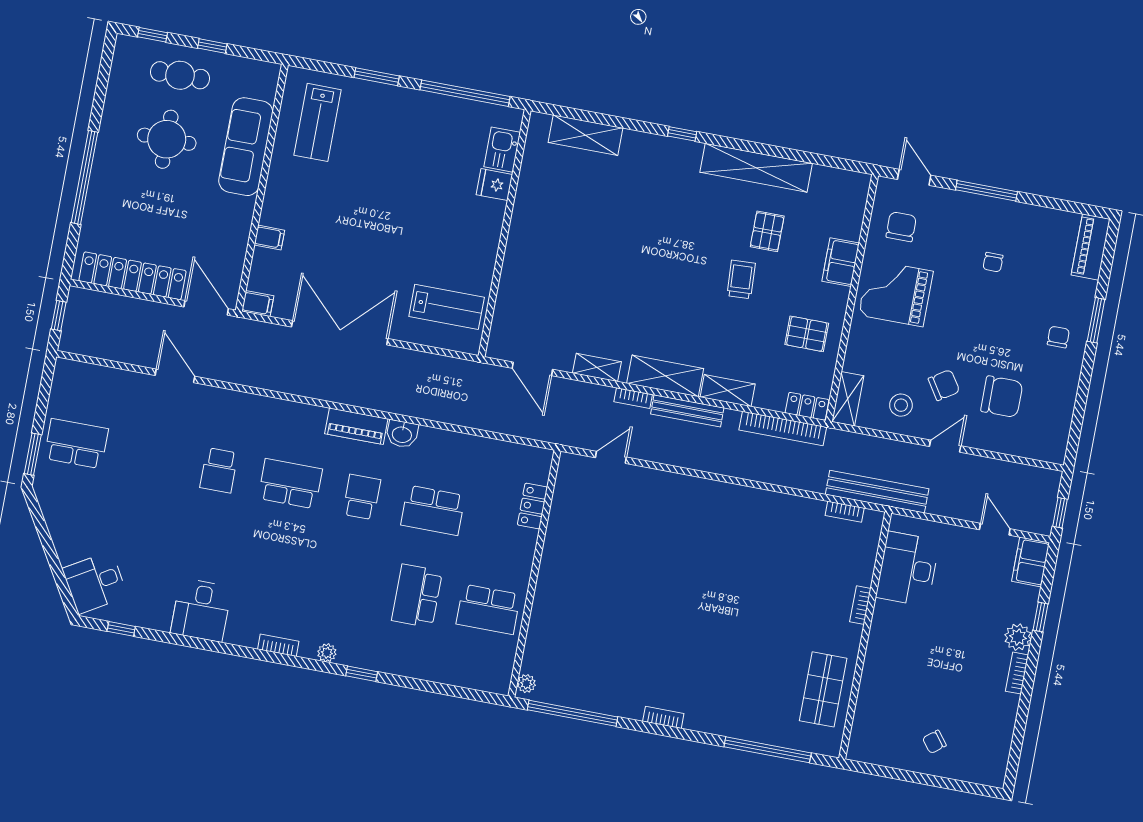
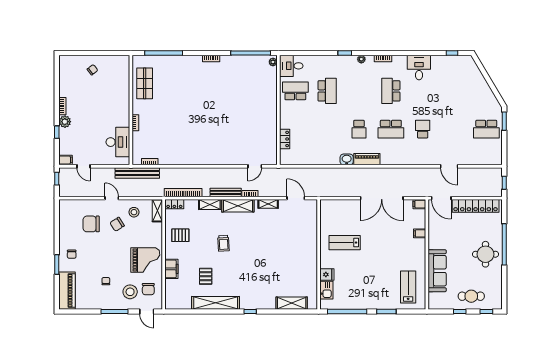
round table: (167, 139) -> (485, 254), moved
stool: (943, 228) -> (130, 292), added
piano: (1091, 247) -> (67, 291), width x1.37, depth x1.33
trolley: (741, 279) -> (224, 243), moved
lab bench: (447, 307) -> (345, 243), moved
door: (945, 446) -> (112, 198), swing flipped
school desk: (433, 510) -> (391, 91), moved, turned -90
filing cabinet: (1031, 562) -> (65, 160), width x0.50
desk: (95, 582) -> (291, 66), moved, turned -149

